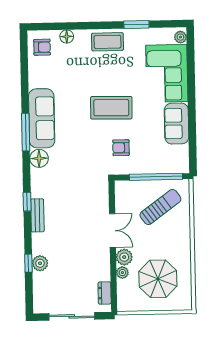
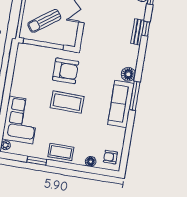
sofa: (177, 124) -> (21, 81), removed
armchair: (121, 148) -> (66, 71), width x1.88, depth x1.88
window: (27, 202) -> (146, 29), moved

